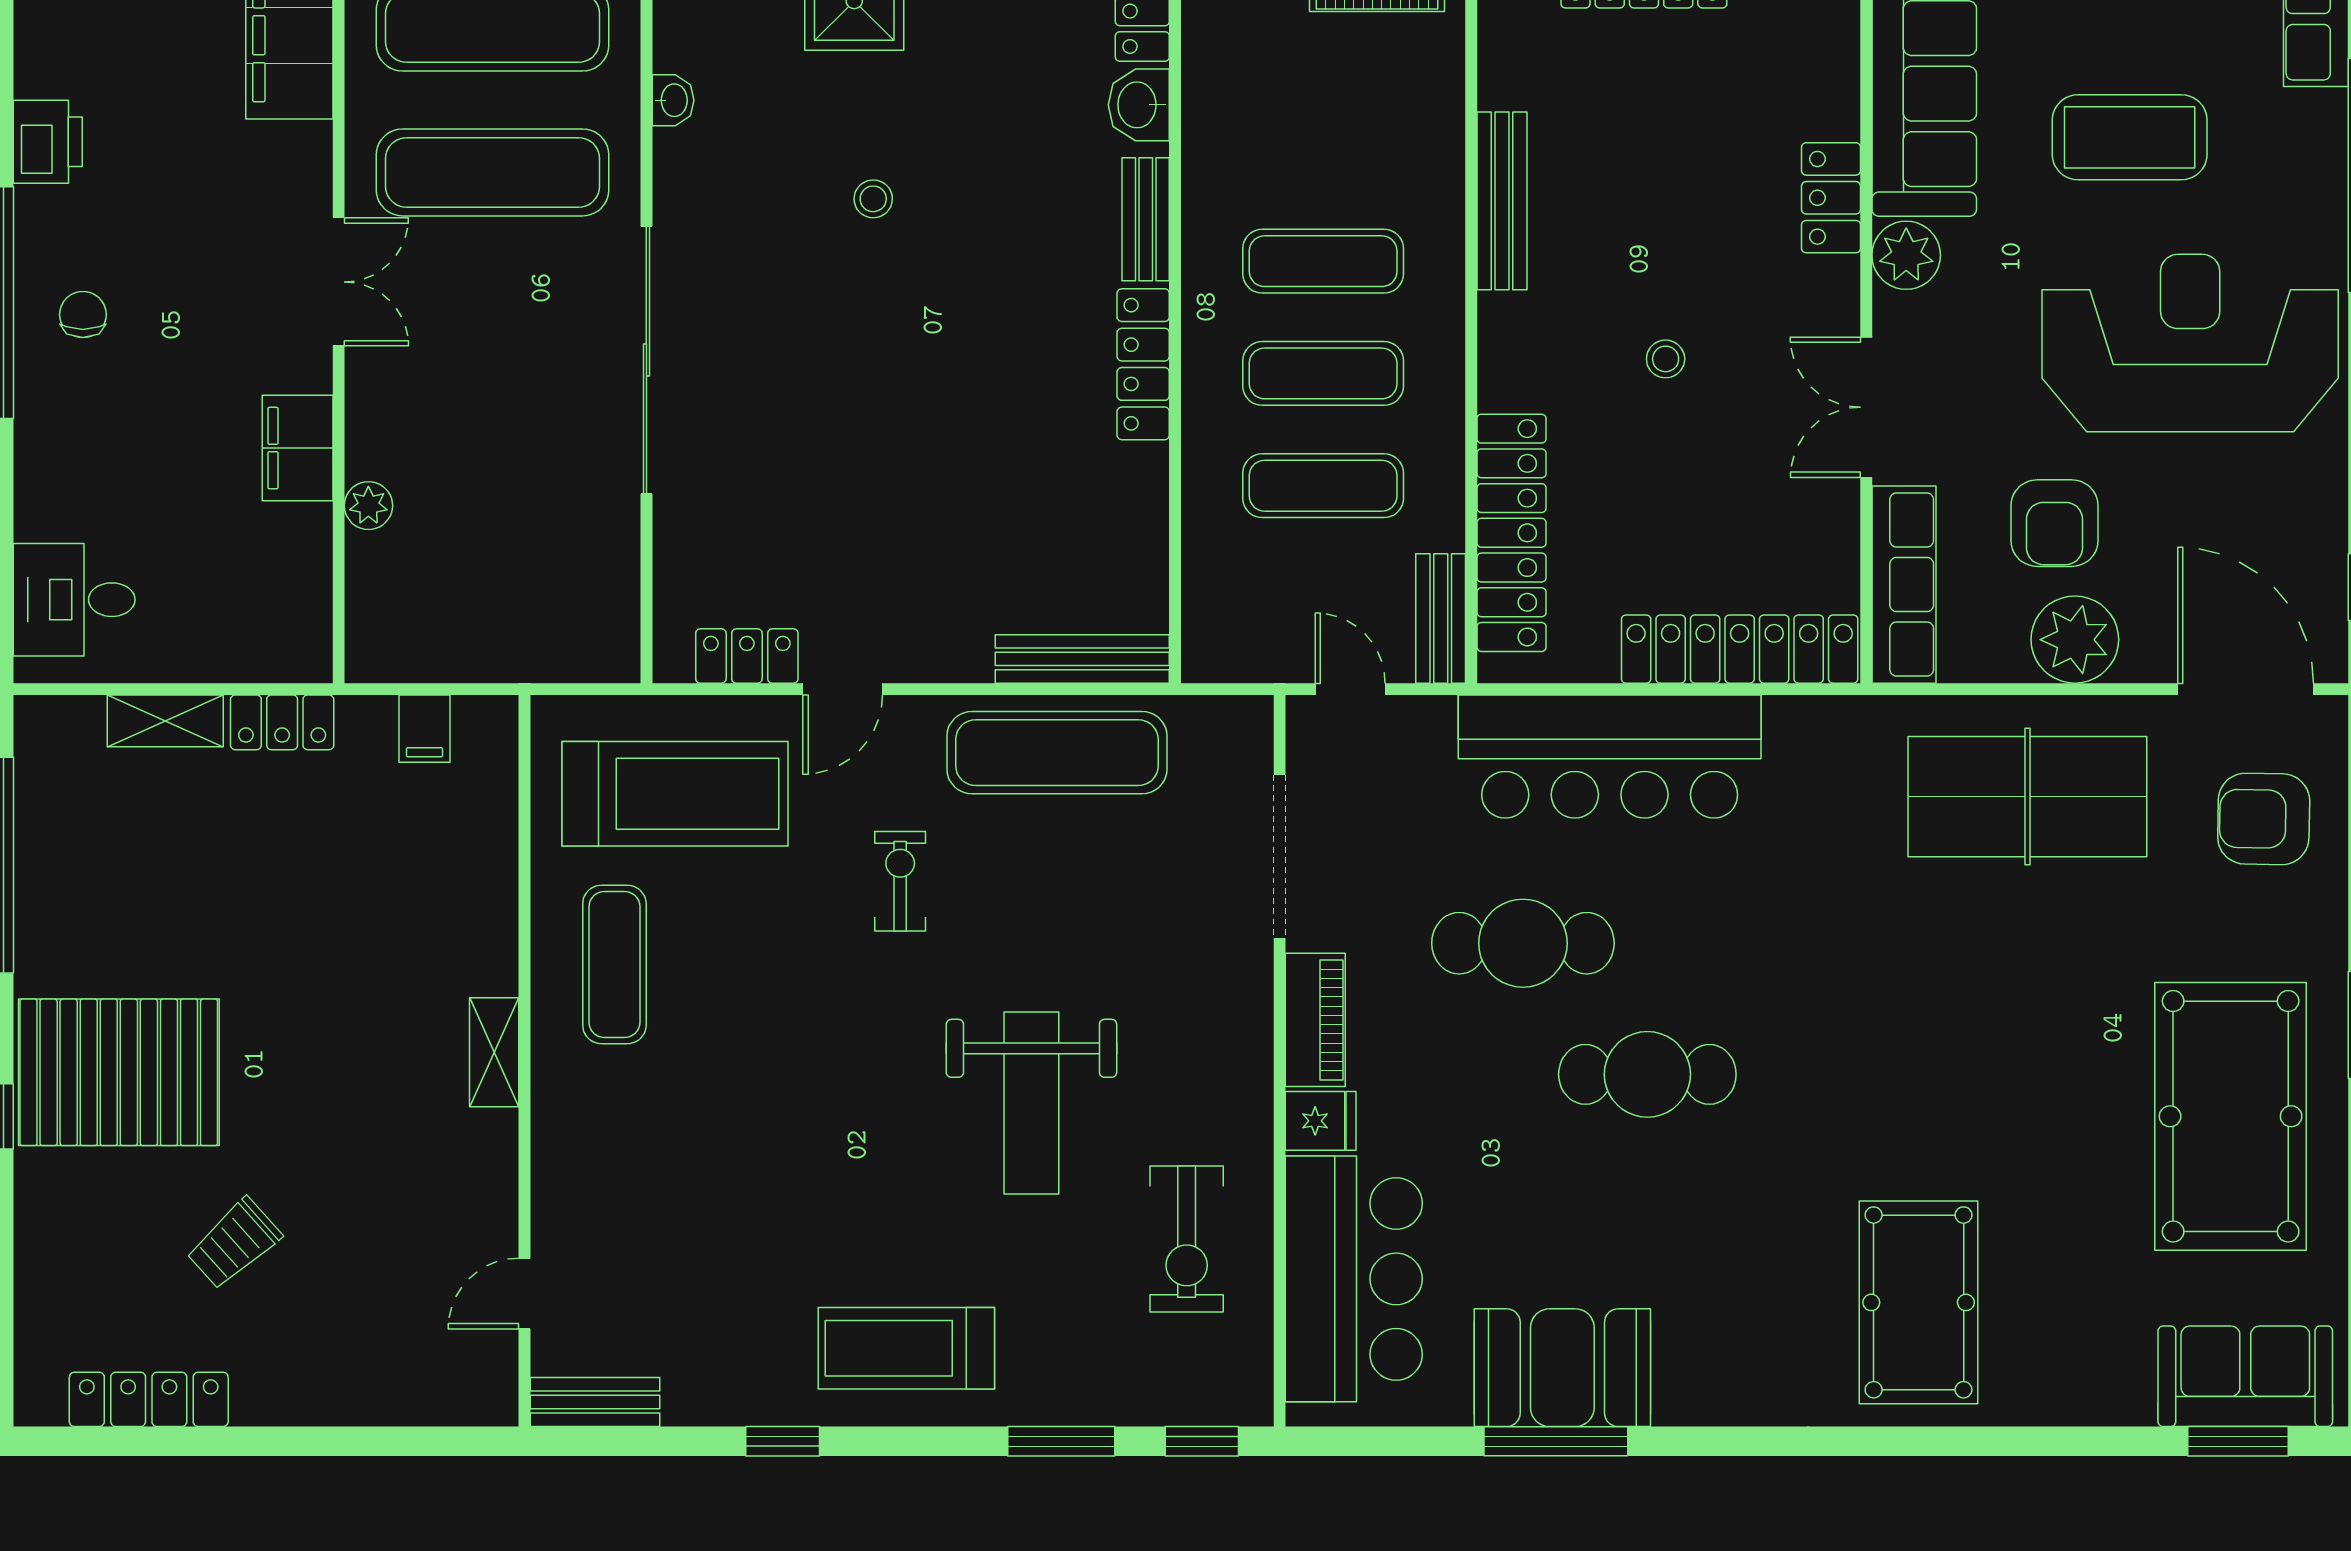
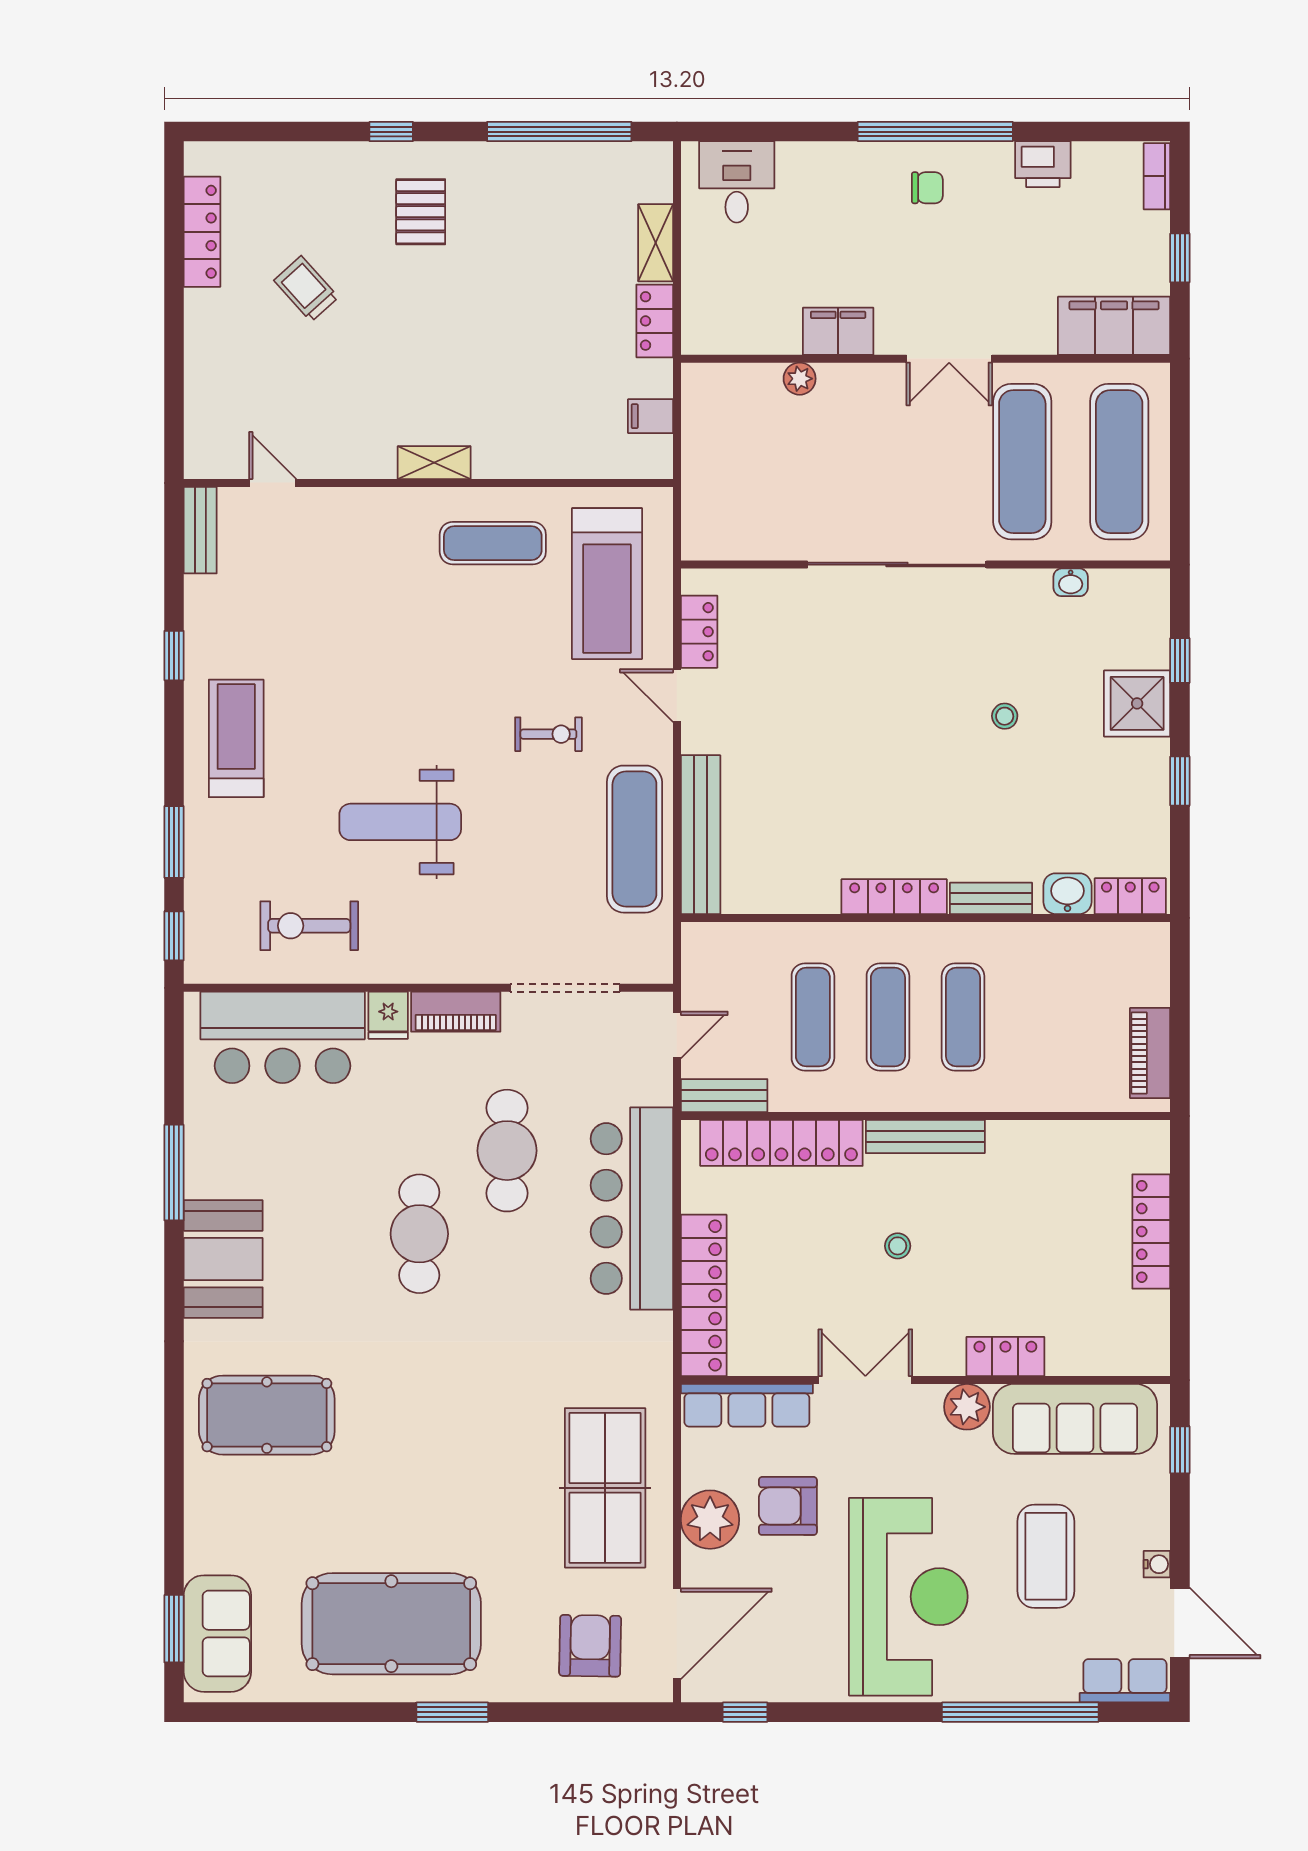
bench: (1502, 201) -> (925, 1137), moved
bench: (1082, 659) -> (701, 835), width x1.37, depth x1.21
pallet: (119, 1072) -> (421, 212), width x0.49, depth x0.50
booth: (1562, 1368) -> (223, 1259), moved

